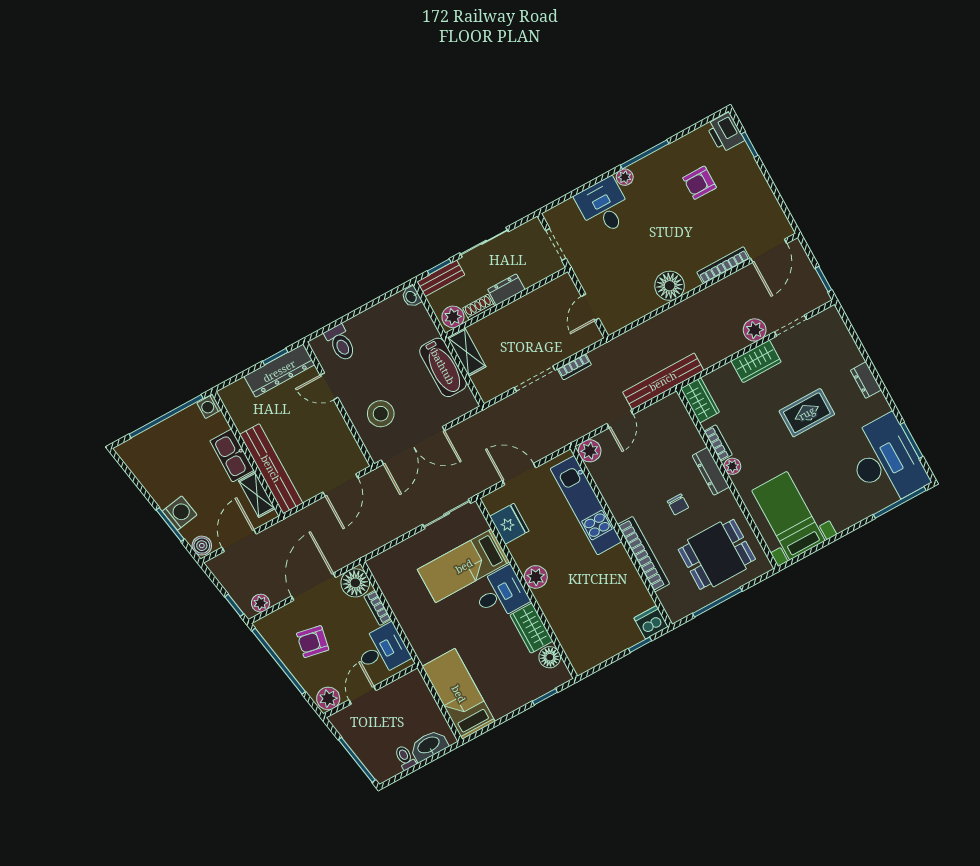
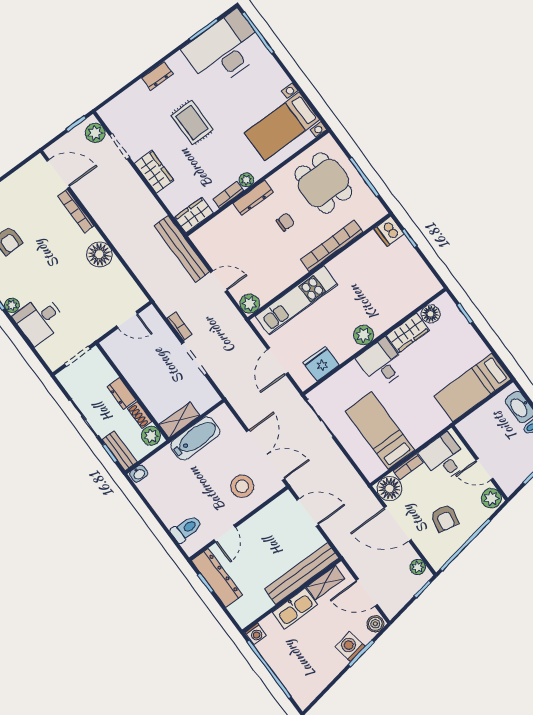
plant: (755, 330) -> (95, 133), moved
bed: (464, 566) -> (380, 431), moved, turned 180

